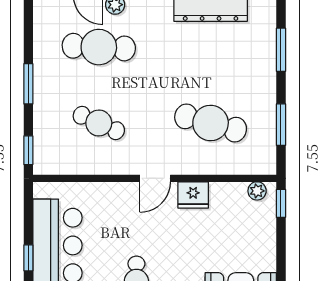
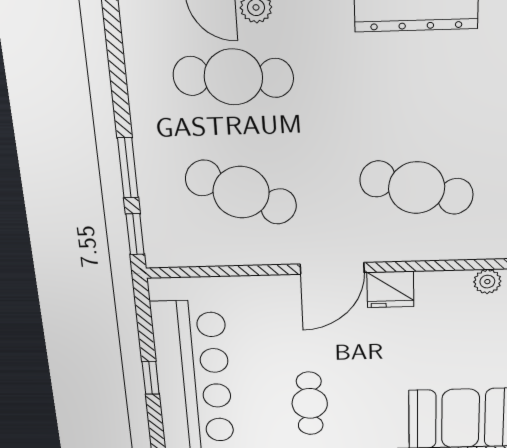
window: (28, 84) -> (128, 168), moved
cafe table: (99, 123) -> (241, 192), width x1.37, depth x1.35
door: (155, 178) -> (332, 268), width x1.38

